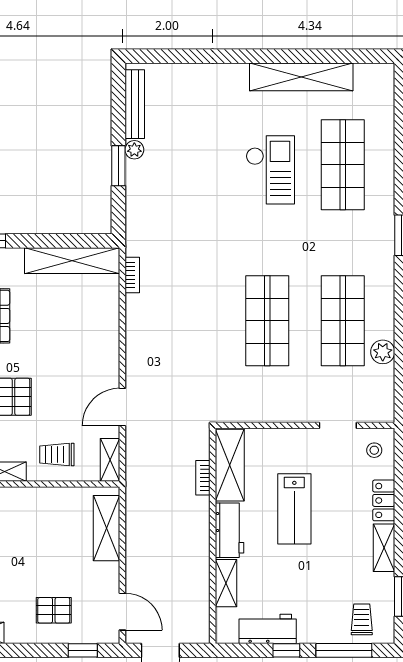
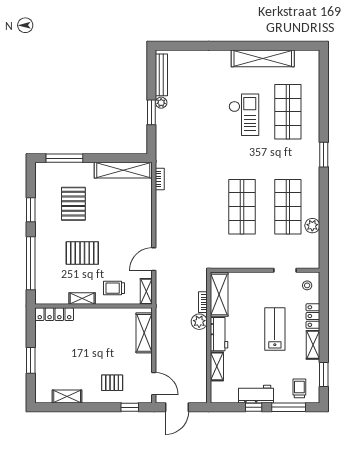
lab bench: (294, 509) -> (275, 329), moved, turned 180
plant: (197, 510) -> (199, 322), added
workbench: (268, 629) -> (256, 394), moved

